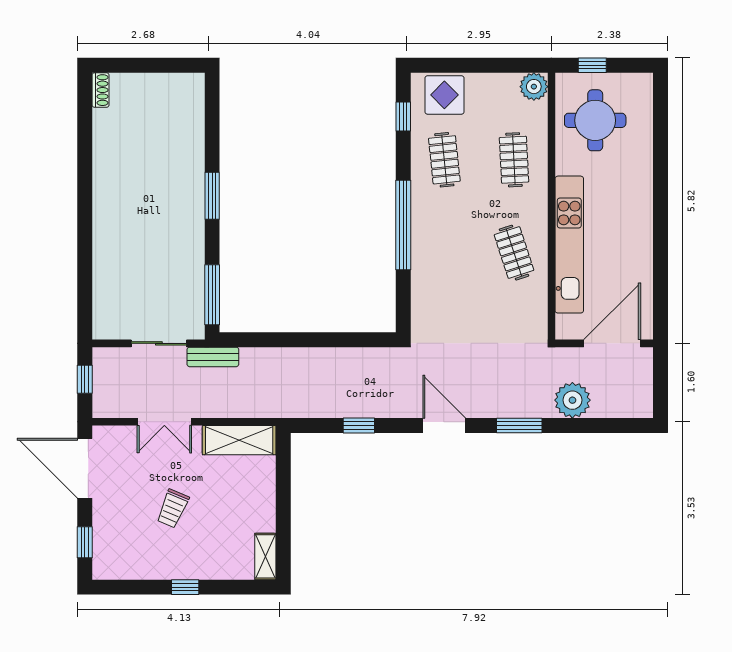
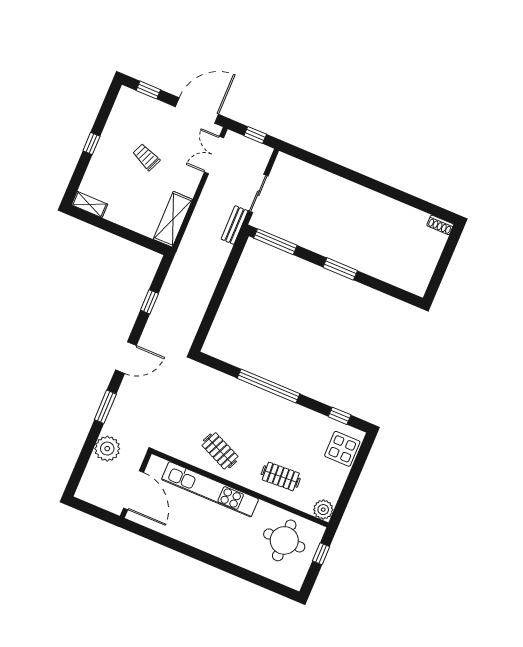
clothes rail: (444, 160) -> (300, 431), removed
clothes rail: (514, 253) -> (220, 451), turned 42
double door: (164, 422) -> (214, 155), moved

